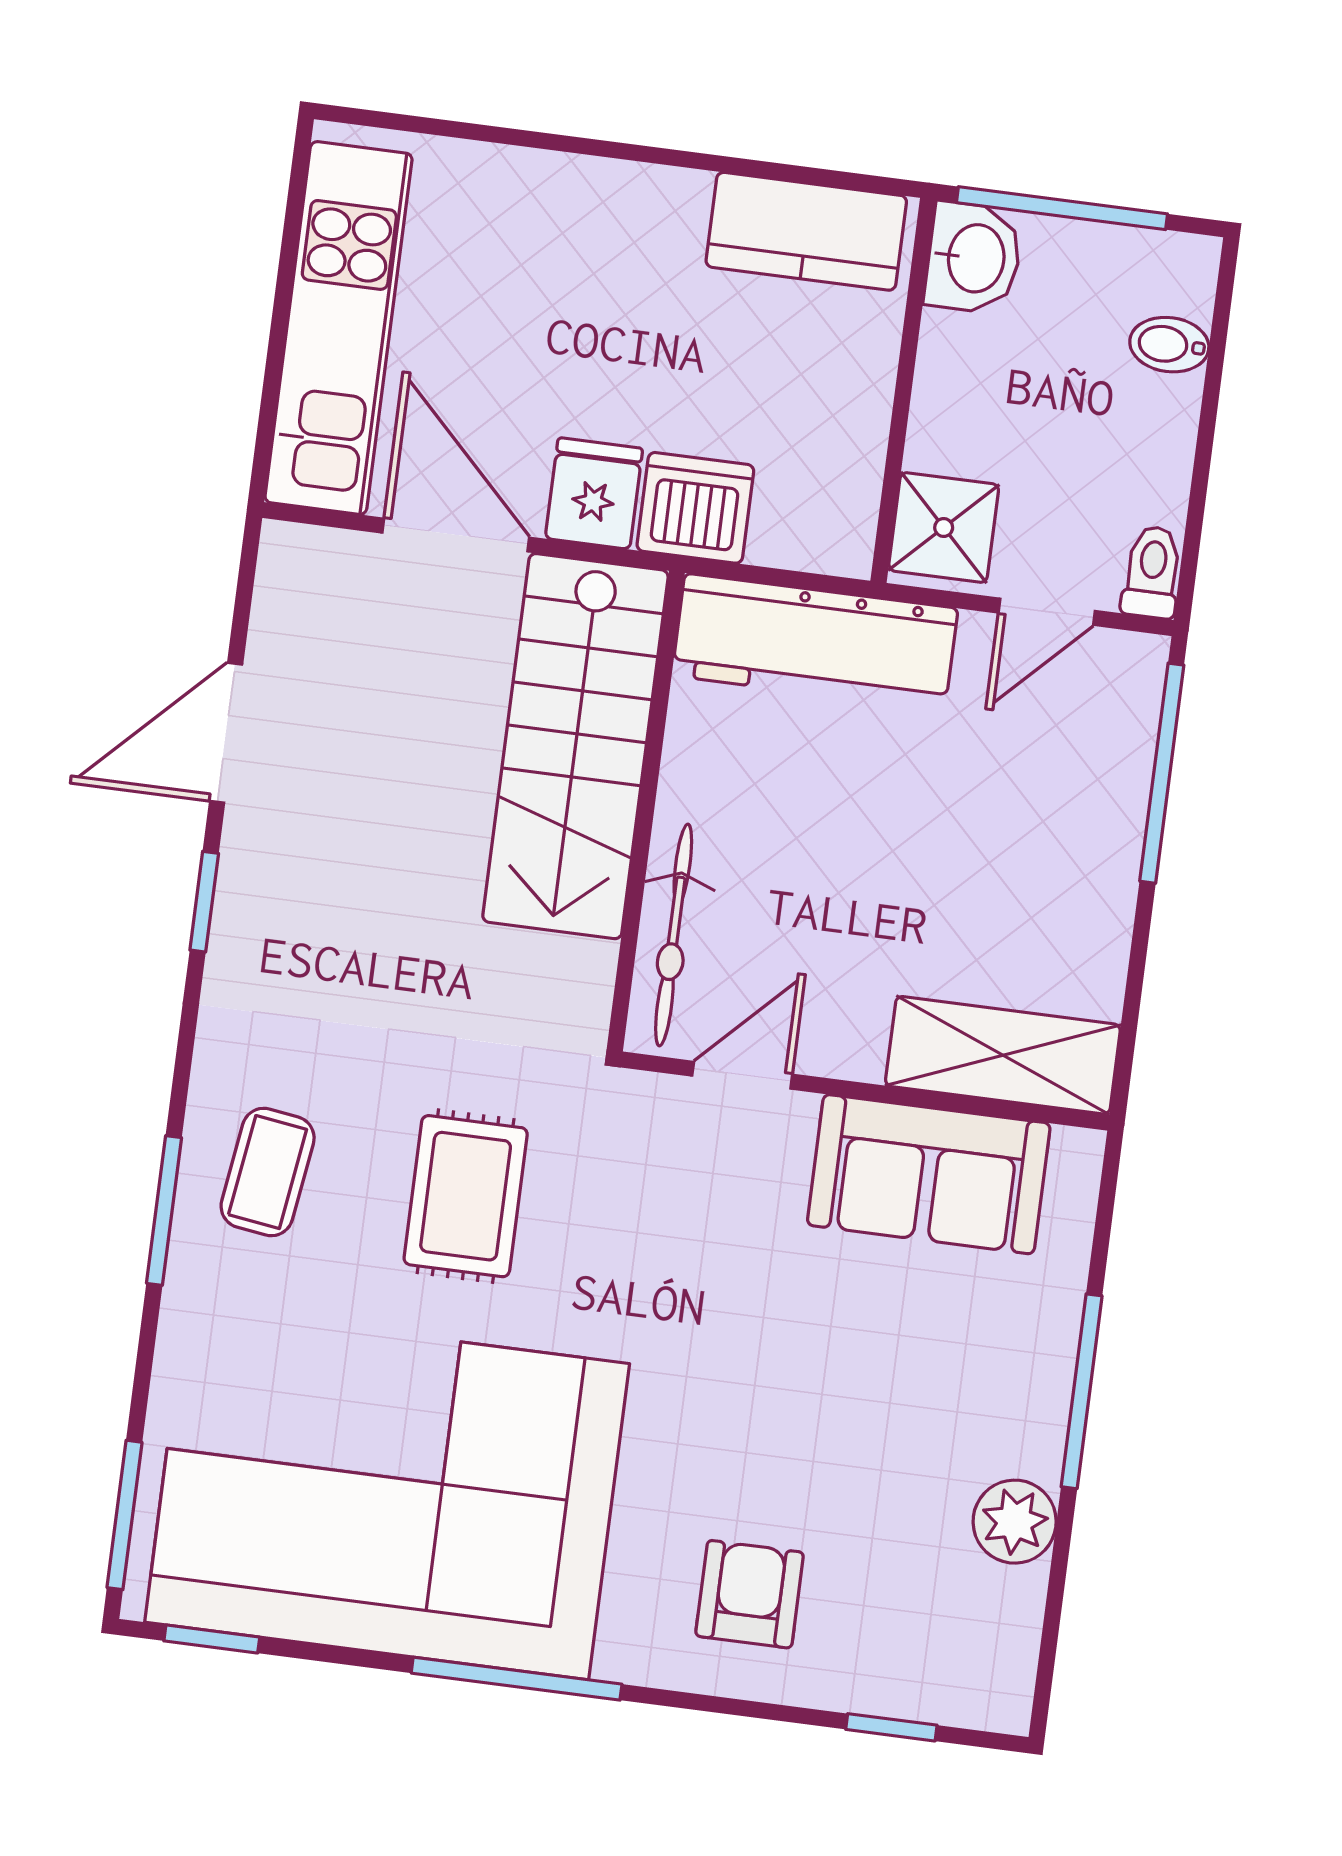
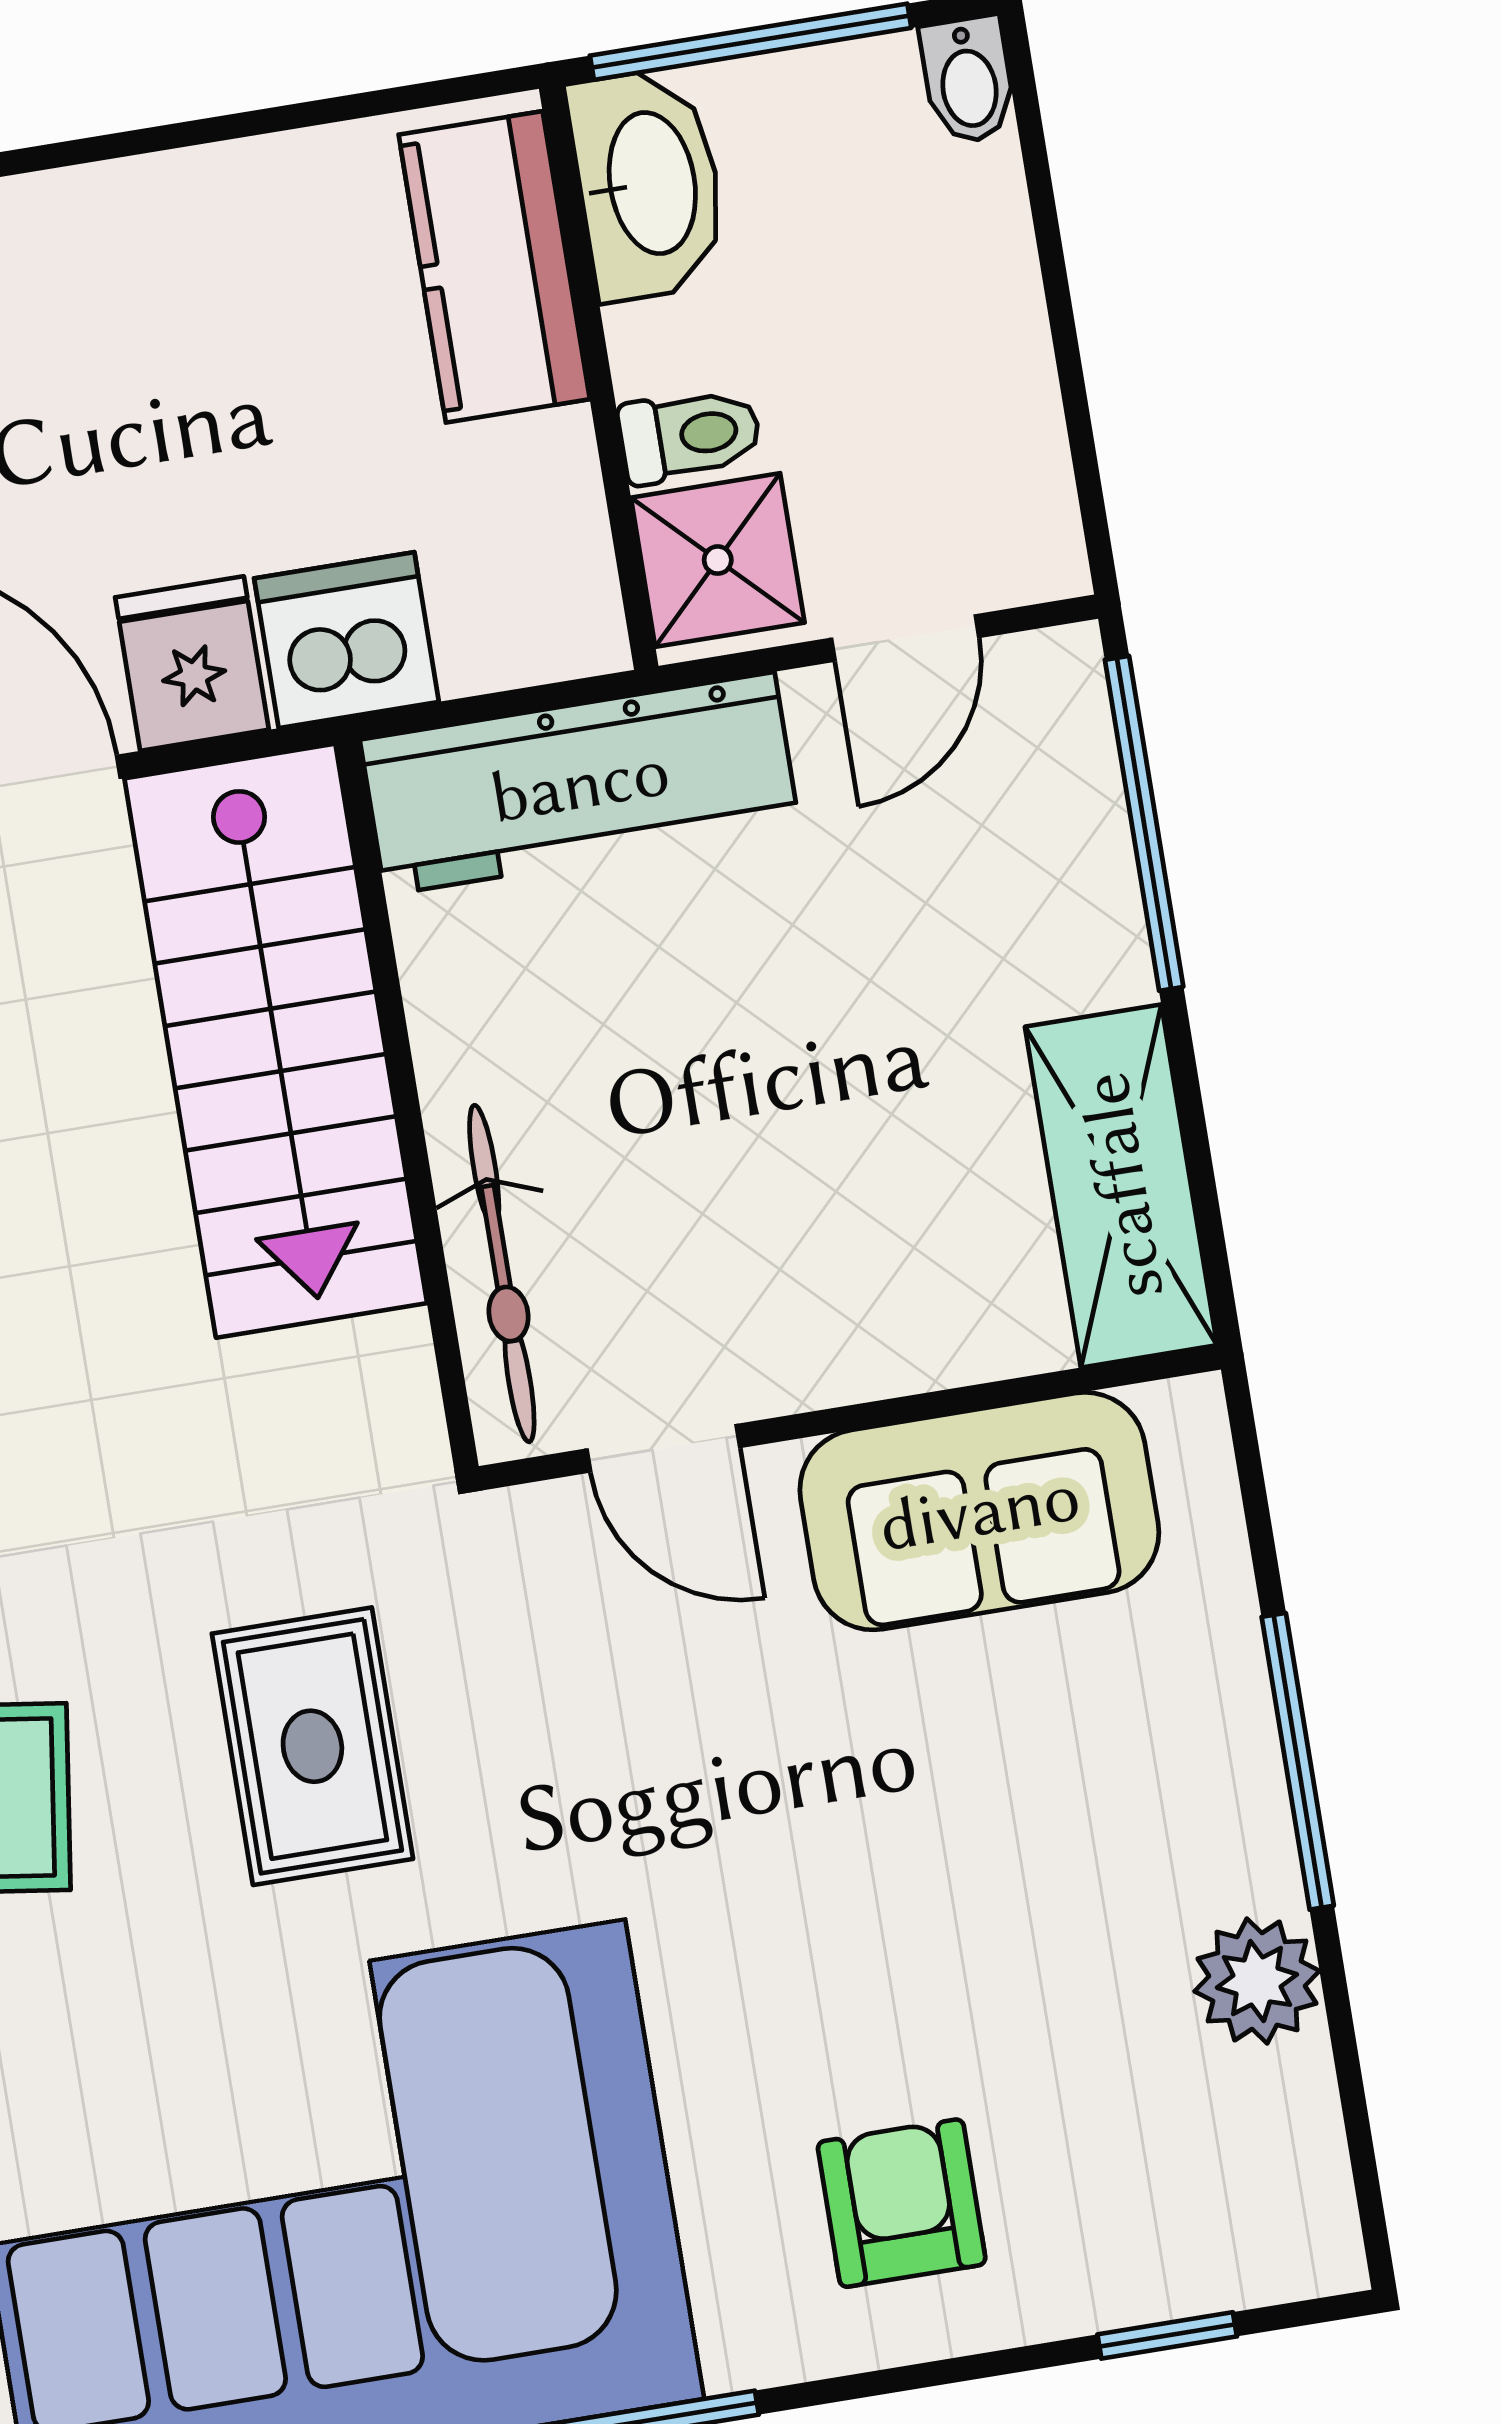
kitchen counter: (806, 231) -> (494, 267), moved, turned 90
washbasin: (974, 258) -> (648, 184), width x1.38
bidet: (1169, 345) -> (968, 80), moved, turned -90
toilet: (1152, 572) -> (690, 435), moved, turned 90
shelving: (1003, 1055) -> (1121, 1186), moved, turned 90
door: (742, 1075) -> (663, 1448), swing flipped

